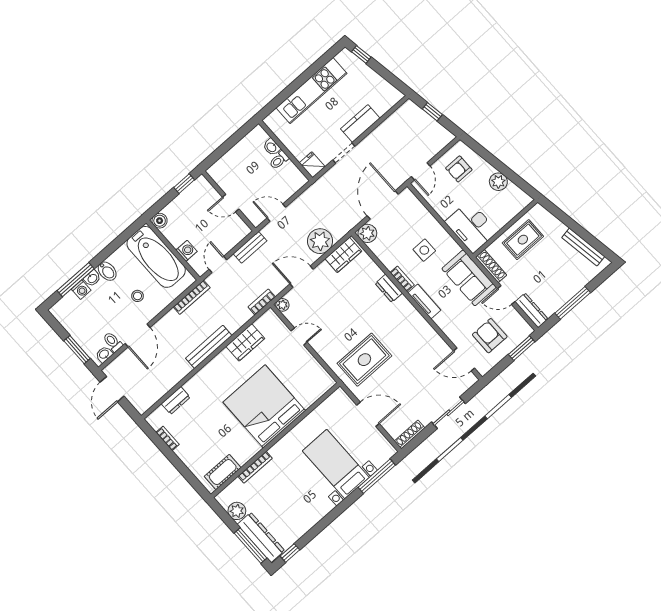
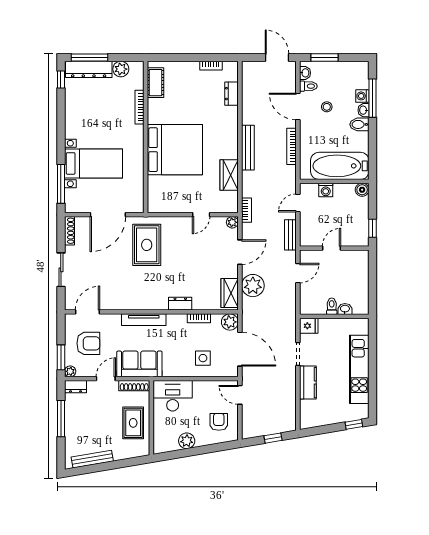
side table: (424, 250) -> (203, 358), moved
door: (218, 264) -> (298, 203), swing flipped
bookcase: (402, 279) -> (199, 318), moved
stool: (137, 296) -> (327, 107), moved
bookcase: (192, 297) -> (292, 146), moved
tv unit: (424, 301) -> (144, 320), width x1.41
dresser: (532, 310) -> (76, 387), width x0.70
plant: (526, 330) -> (70, 371), added
door: (368, 414) -> (108, 215), width x1.36

